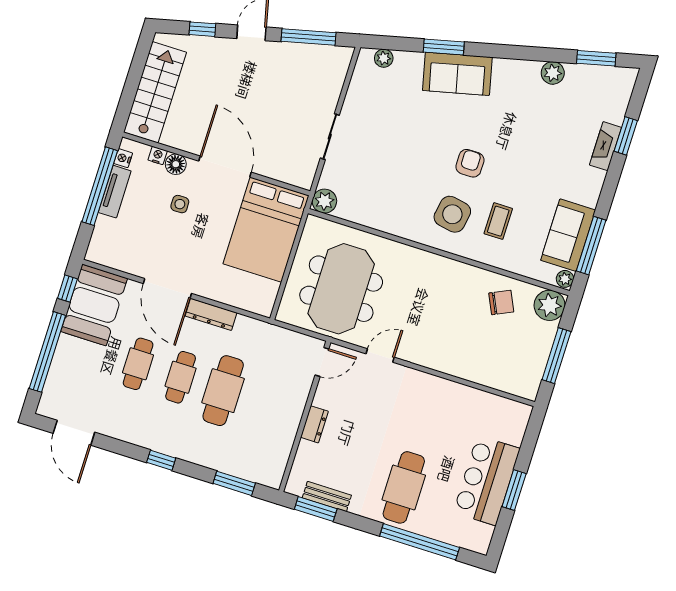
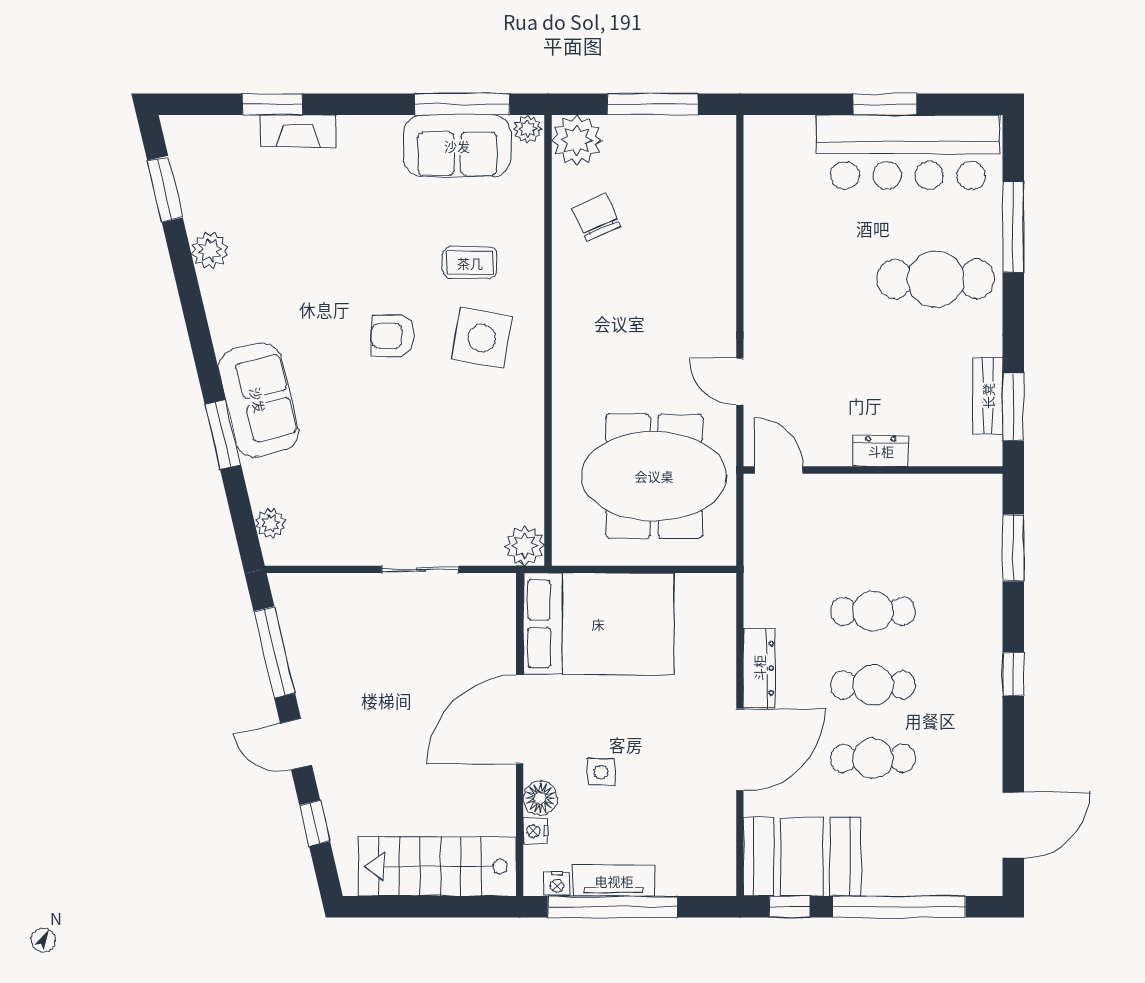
cafe table: (223, 391) -> (873, 611), width x0.73, depth x0.74
bar counter: (487, 481) -> (908, 152), width x1.36
window: (420, 542) -> (1013, 227), width x0.68

